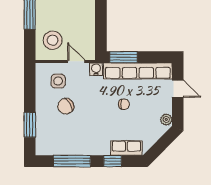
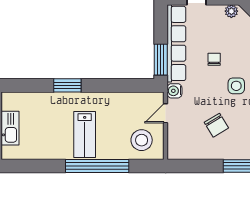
side table: (58, 81) -> (236, 86), moved

